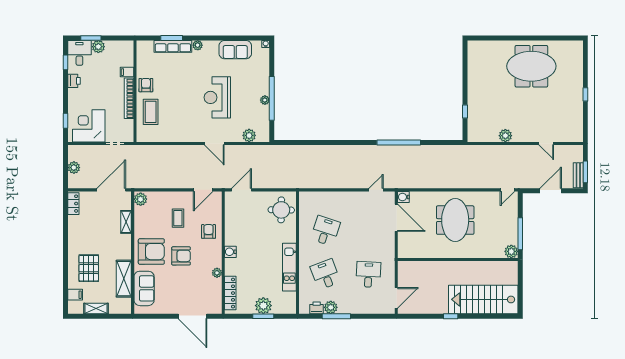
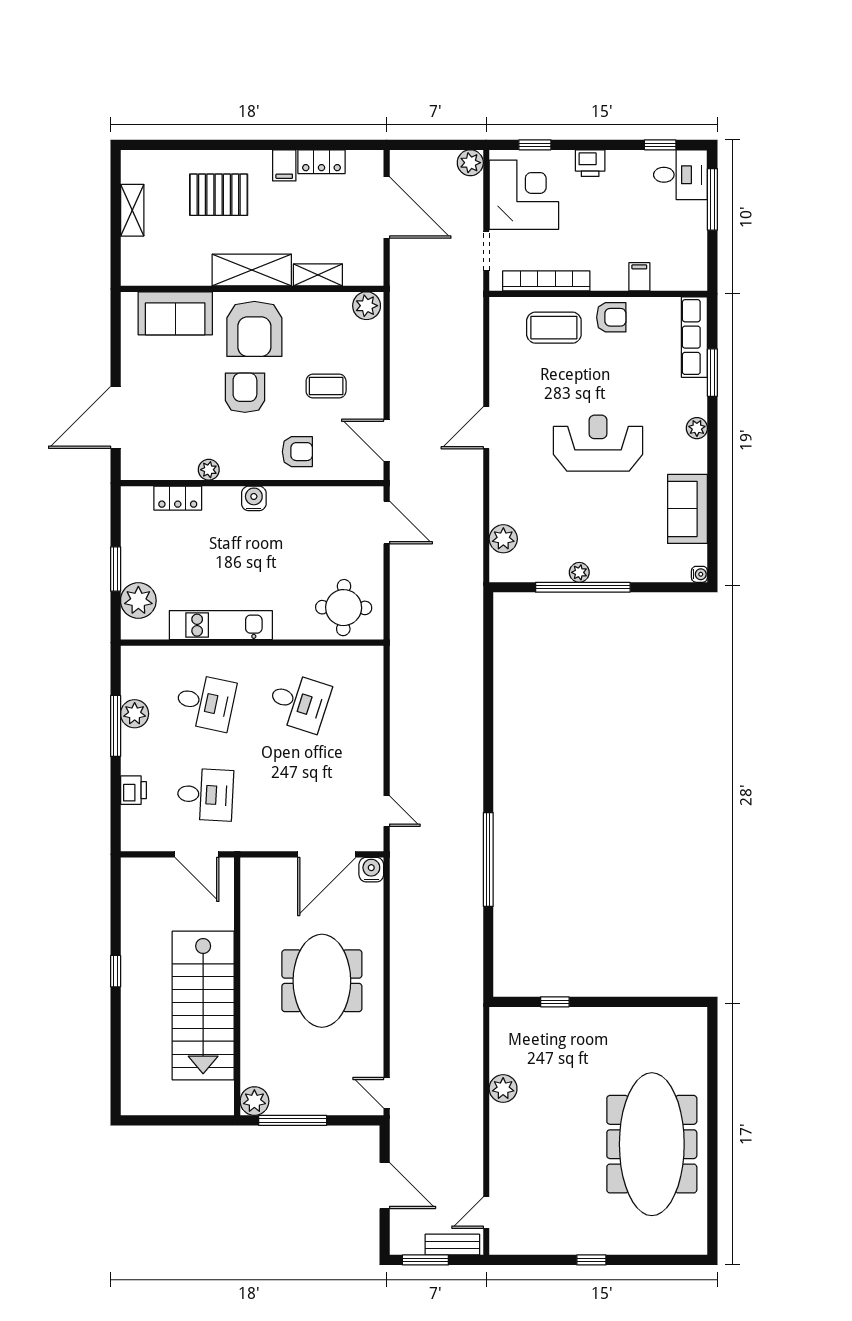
window: (91, 38) -> (712, 199), width x1.44
row of seats: (173, 46) -> (694, 337), moved
plant: (98, 47) -> (694, 215), removed
meeting table: (531, 66) -> (652, 1144), width x1.36
printer: (74, 81) -> (590, 163), moved
reception desk: (217, 97) -> (598, 443), moved
bookcase: (129, 98) -> (546, 281), moved
door: (214, 143) -> (486, 428), moved
door: (546, 143) -> (486, 1213), moved
plant: (74, 168) -> (470, 163), moved
bench: (578, 175) -> (452, 1245), moved
door: (111, 190) -> (387, 208), moved
locker: (73, 204) -> (322, 162), moved
meeting table: (455, 220) -> (322, 981), turned 90
armchair: (181, 256) -> (245, 393), turned 180
desk: (325, 274) -> (205, 702), turned 33
shelving: (124, 279) -> (252, 270), moved
locker: (230, 293) -> (178, 498), width x0.66
filing cabinet: (75, 295) -> (284, 165), moved
door: (396, 298) -> (197, 854), moved
stairs: (483, 299) -> (203, 1006), moved, turned 180
plant: (263, 306) -> (138, 601), moved
printer: (317, 308) -> (133, 790), moved

